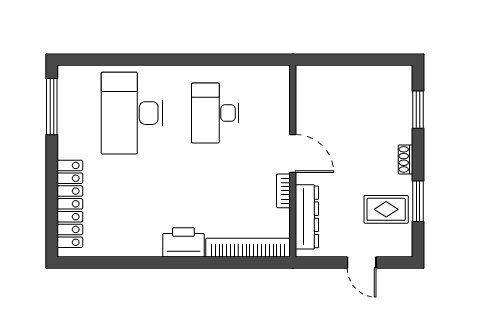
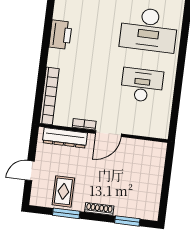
desk: (132, 113) -> (149, 30), turned 180
shoe rack: (405, 159) -> (99, 209), width x1.43
printer: (183, 242) -> (60, 35), moved

